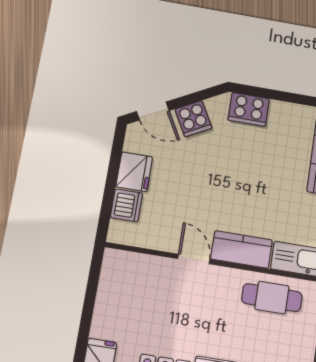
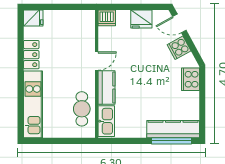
door: (153, 111) -> (179, 23), hinge flipped
dishwasher: (126, 205) -> (107, 18), moved

